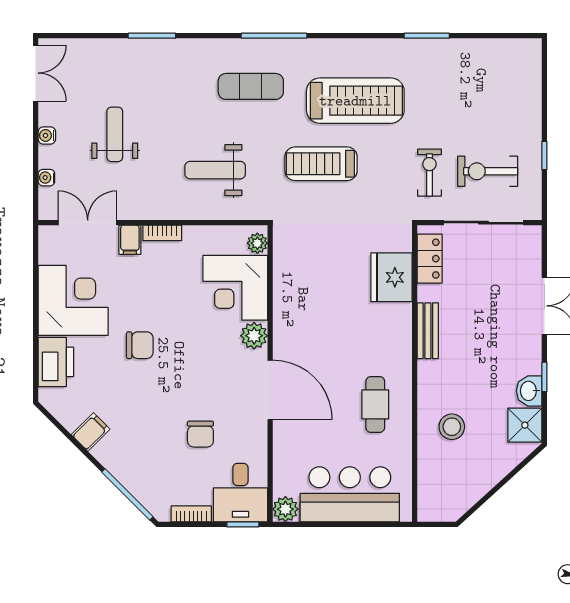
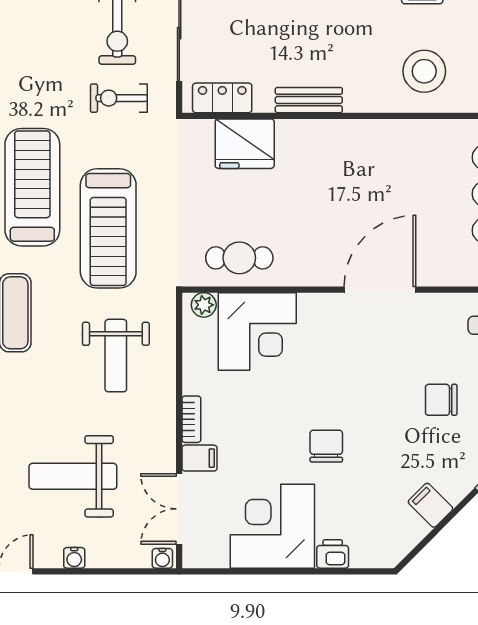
weight bench: (115, 134) -> (73, 476), width x1.36, depth x1.33
treadmill: (321, 164) -> (108, 228), width x1.37, depth x1.38
water cooler: (46, 178) -> (162, 558), moved
plant: (254, 336) -> (315, 309), removed
printer: (56, 362) -> (333, 554), width x0.53, depth x0.68
cafe table: (375, 404) -> (239, 258), moved
stool: (452, 427) -> (424, 71), width x1.38, depth x1.38
chair: (200, 434) -> (441, 400), moved, turned 180

